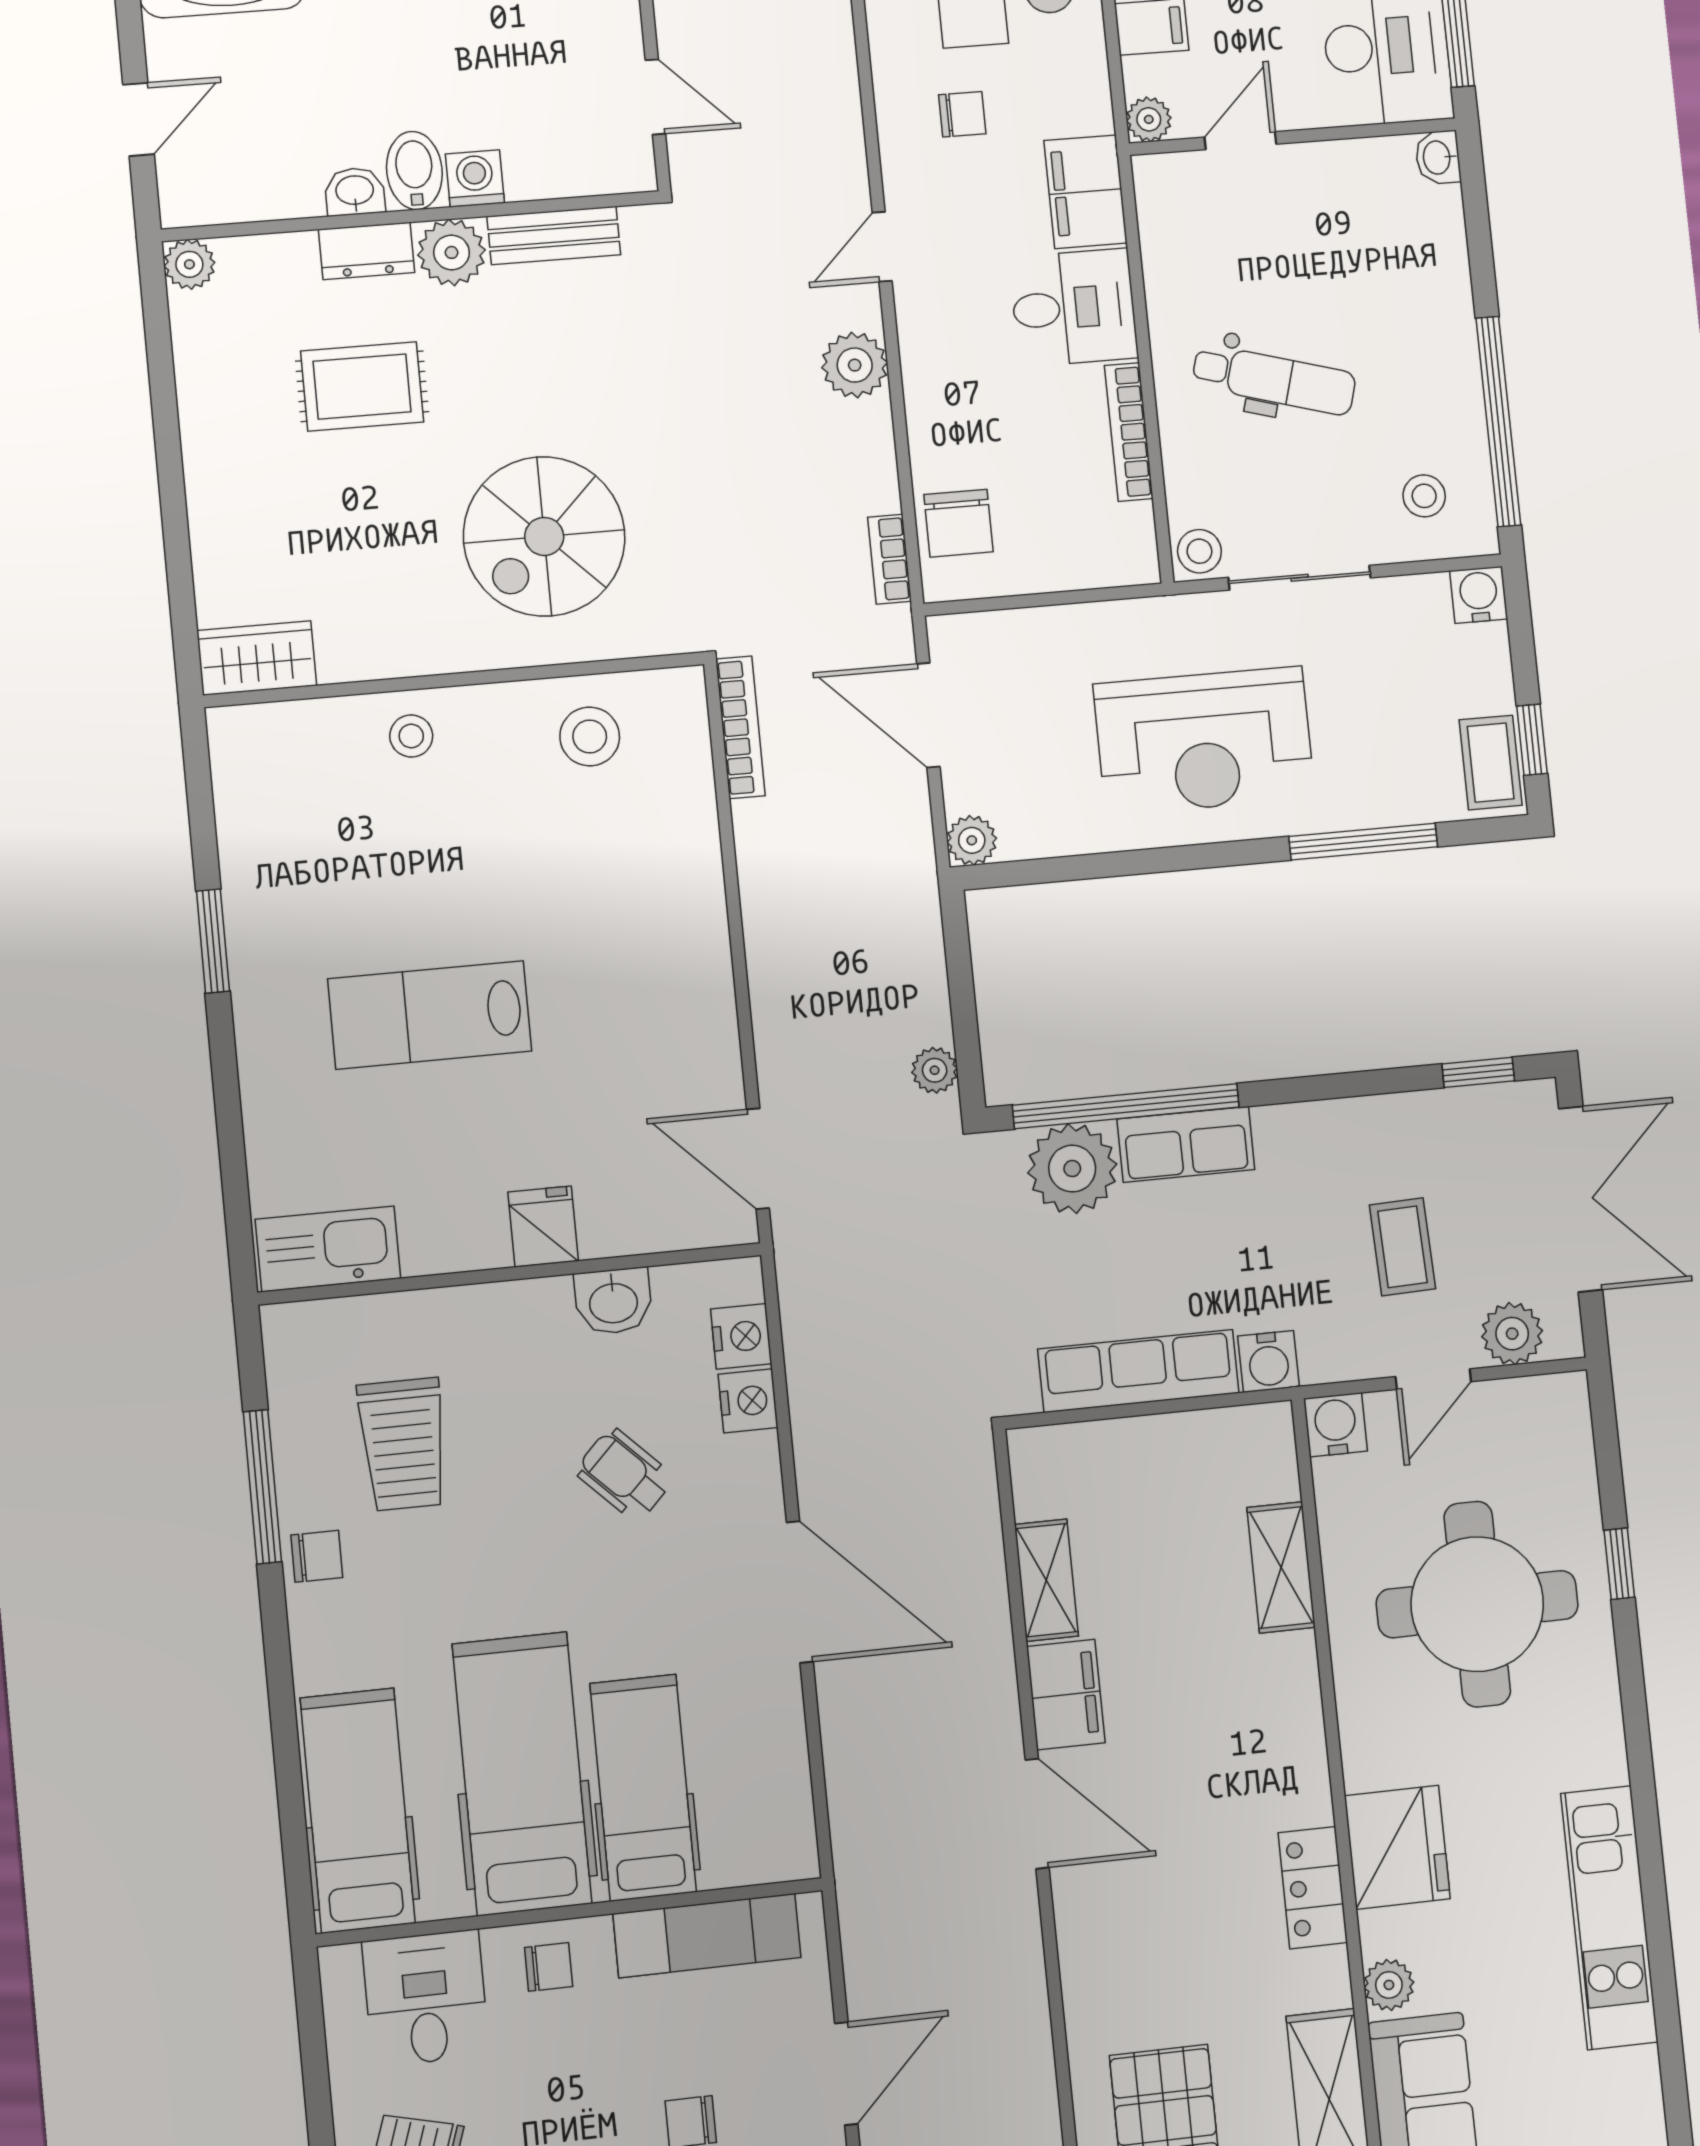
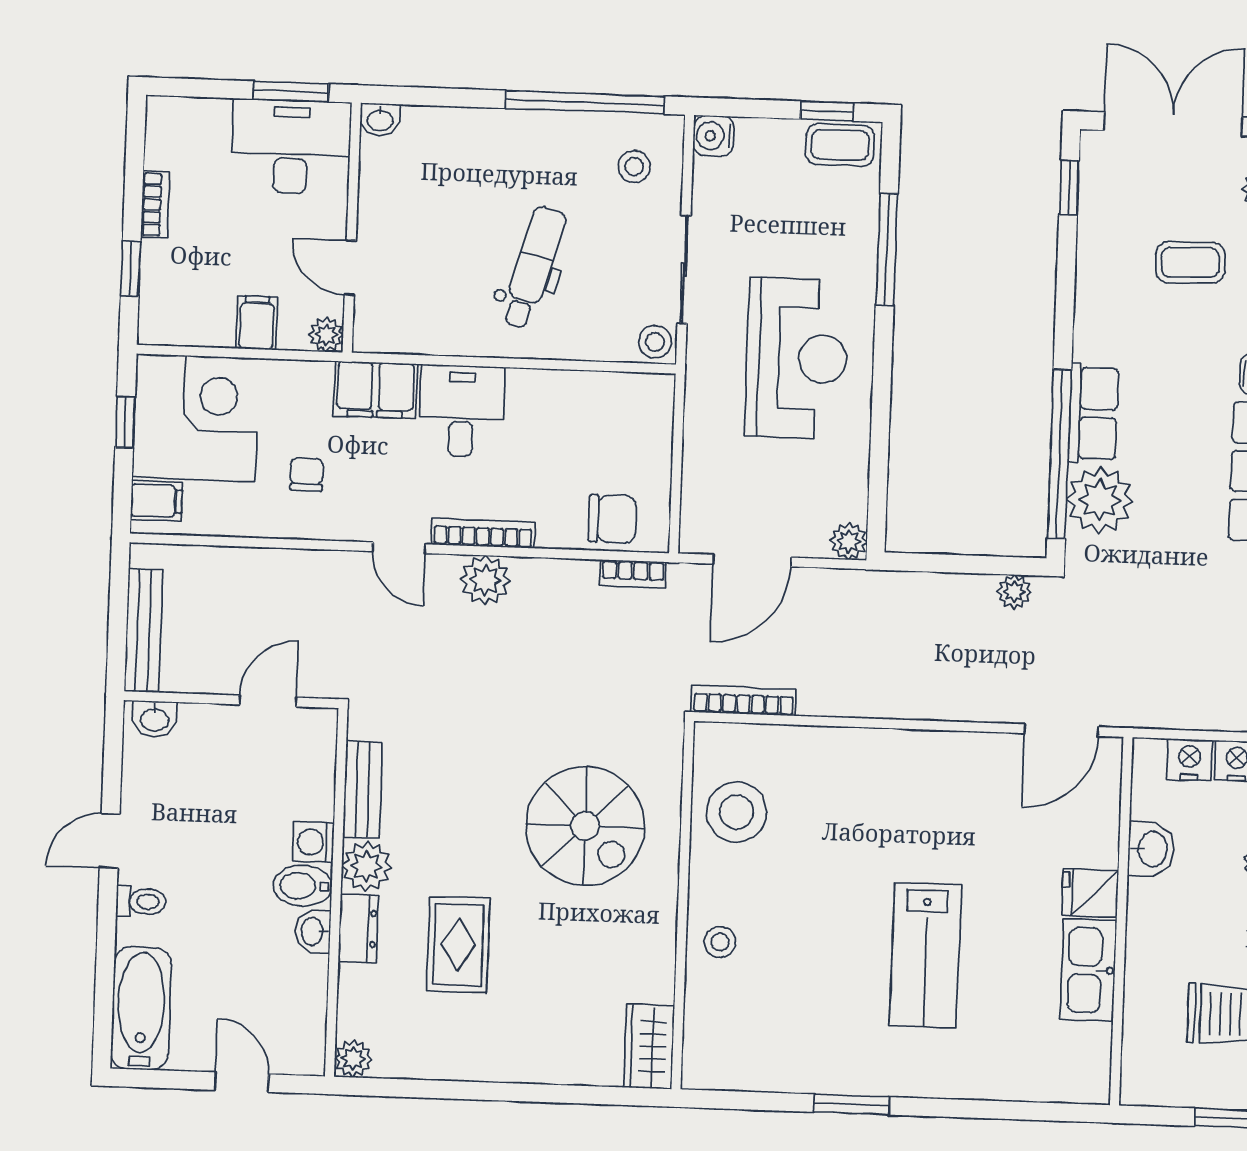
bookcase: (1129, 432) -> (483, 533), moved, turned 180
stool: (590, 736) -> (737, 812), width x1.38, depth x1.38
kitchen sink: (328, 1249) -> (1088, 970), moved

